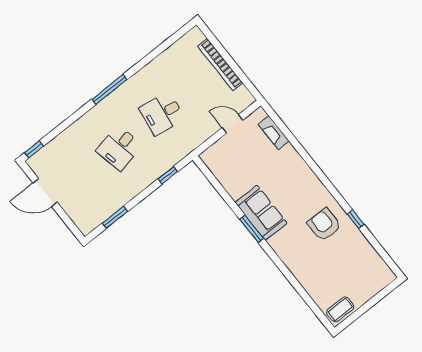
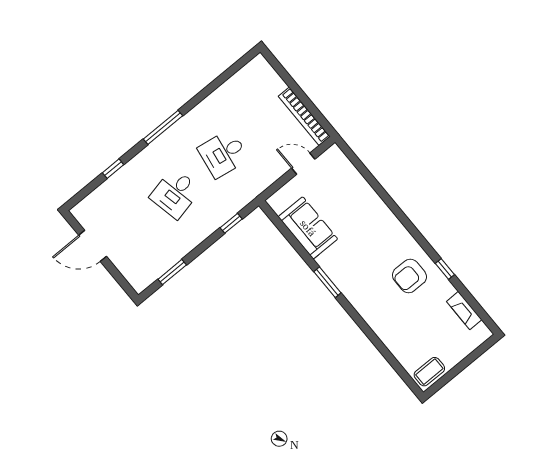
bookcase: (220, 65) -> (304, 116), moved
fireplace: (274, 133) -> (464, 310), moved
window: (34, 149) -> (113, 169), moved
sofa: (261, 213) -> (308, 228), moved
armchair: (324, 225) -> (409, 276), turned -90

